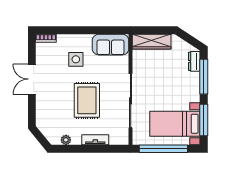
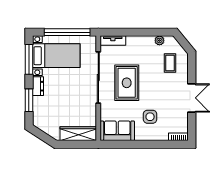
dresser: (194, 61) -> (38, 86), moved
window: (204, 77) -> (29, 100), width x0.69
rug: (87, 100) -> (127, 83), moved
coffee table: (55, 116) -> (170, 63), added
tv unit: (95, 140) -> (113, 41), moved

